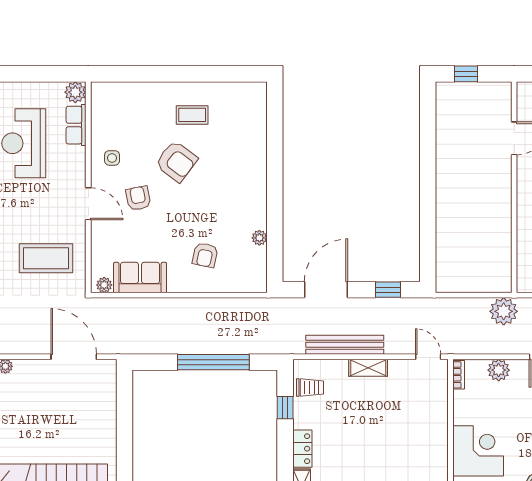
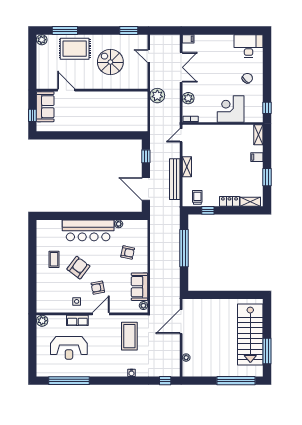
sofa: (482, 98) -> (45, 107), added
row of seats: (76, 125) -> (77, 320), moved
bar counter: (247, 180) -> (88, 230), added

